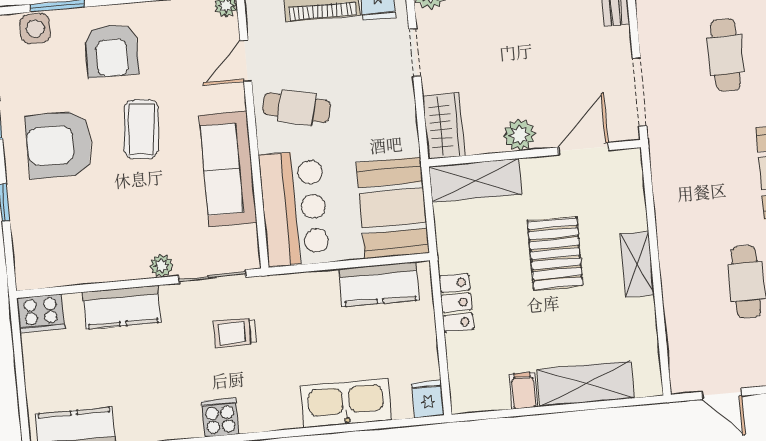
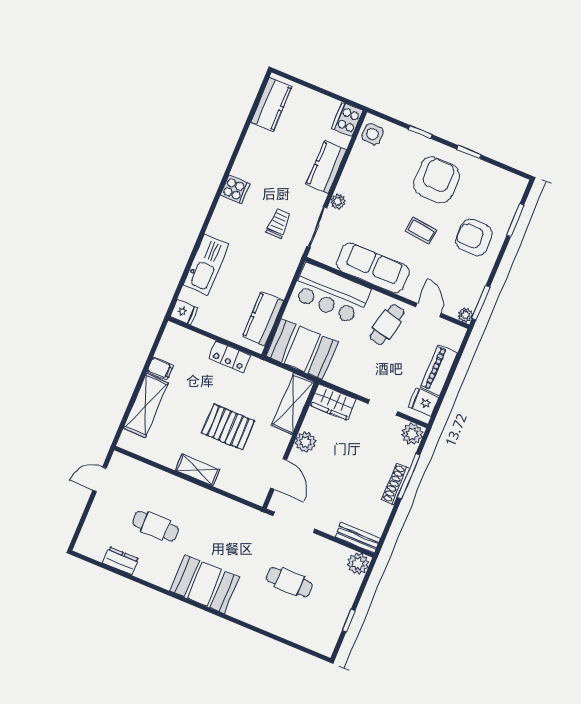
side table: (35, 29) -> (372, 134), moved
coffee table: (141, 129) -> (421, 231), width x0.73, depth x0.77

